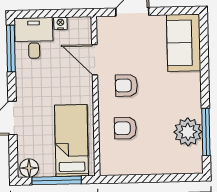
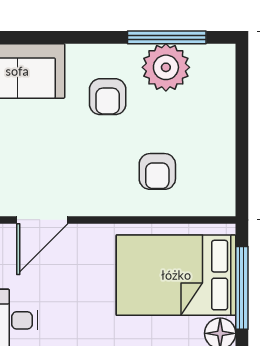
armchair: (126, 85) -> (108, 97), moved
bed: (71, 141) -> (176, 275), width x1.50

